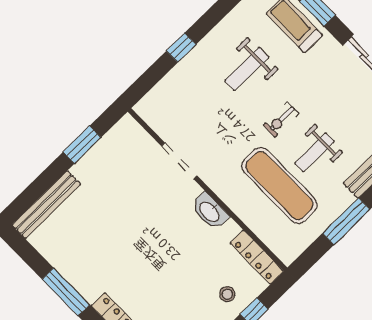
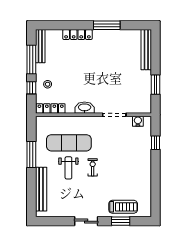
window: (181, 48) -> (155, 143), moved
weight bench: (247, 69) -> (124, 173), removed
water cooler: (156, 120) -> (138, 121), added
weight bench: (315, 152) -> (68, 168), turned 180

